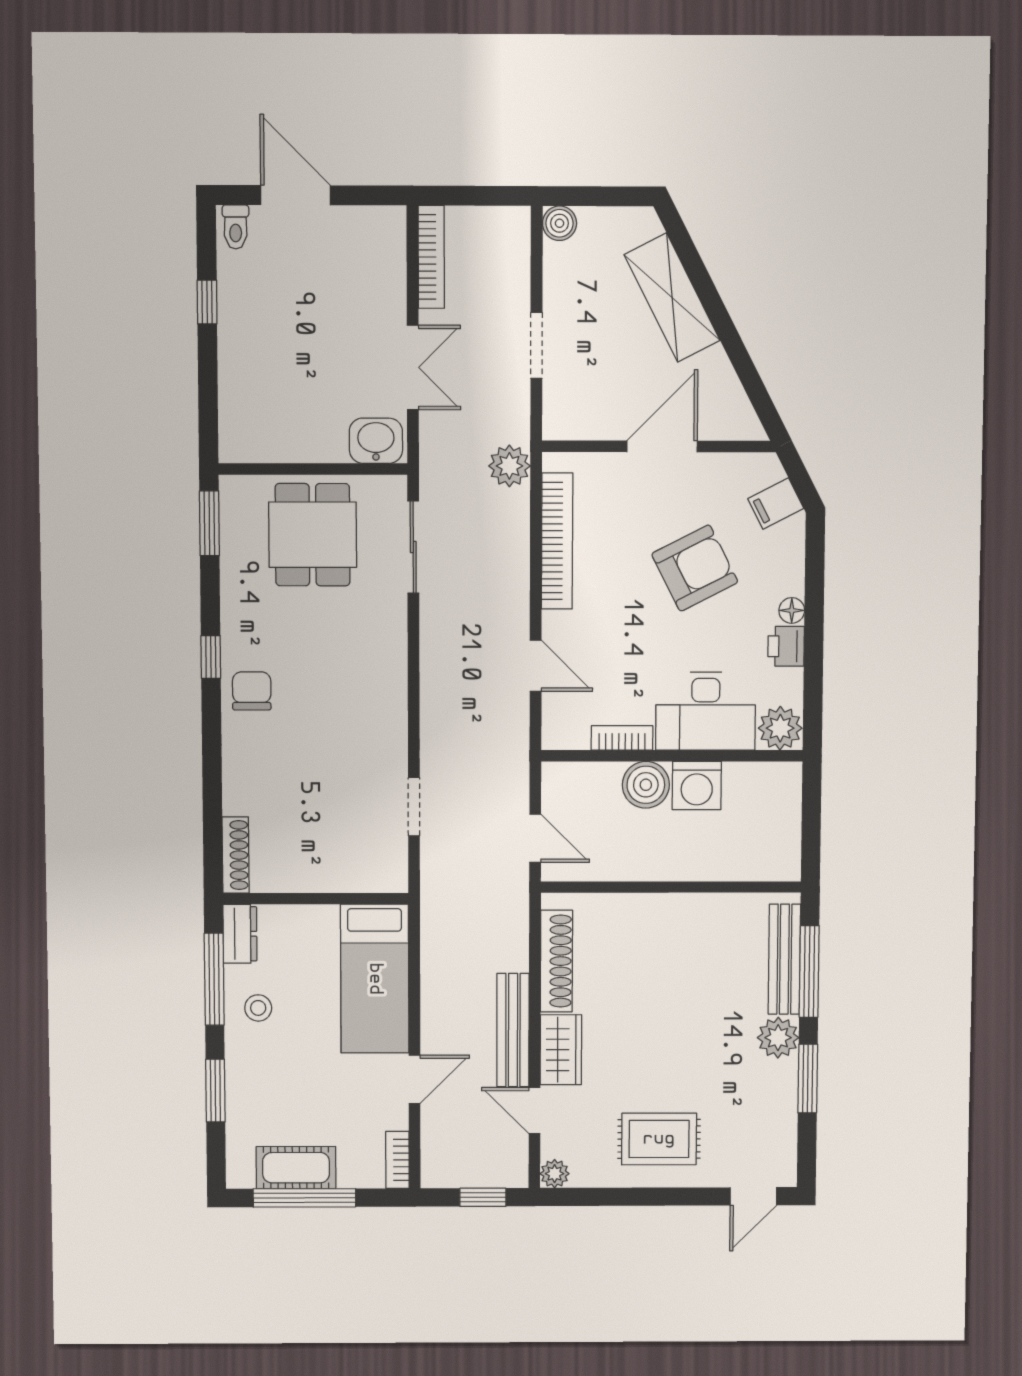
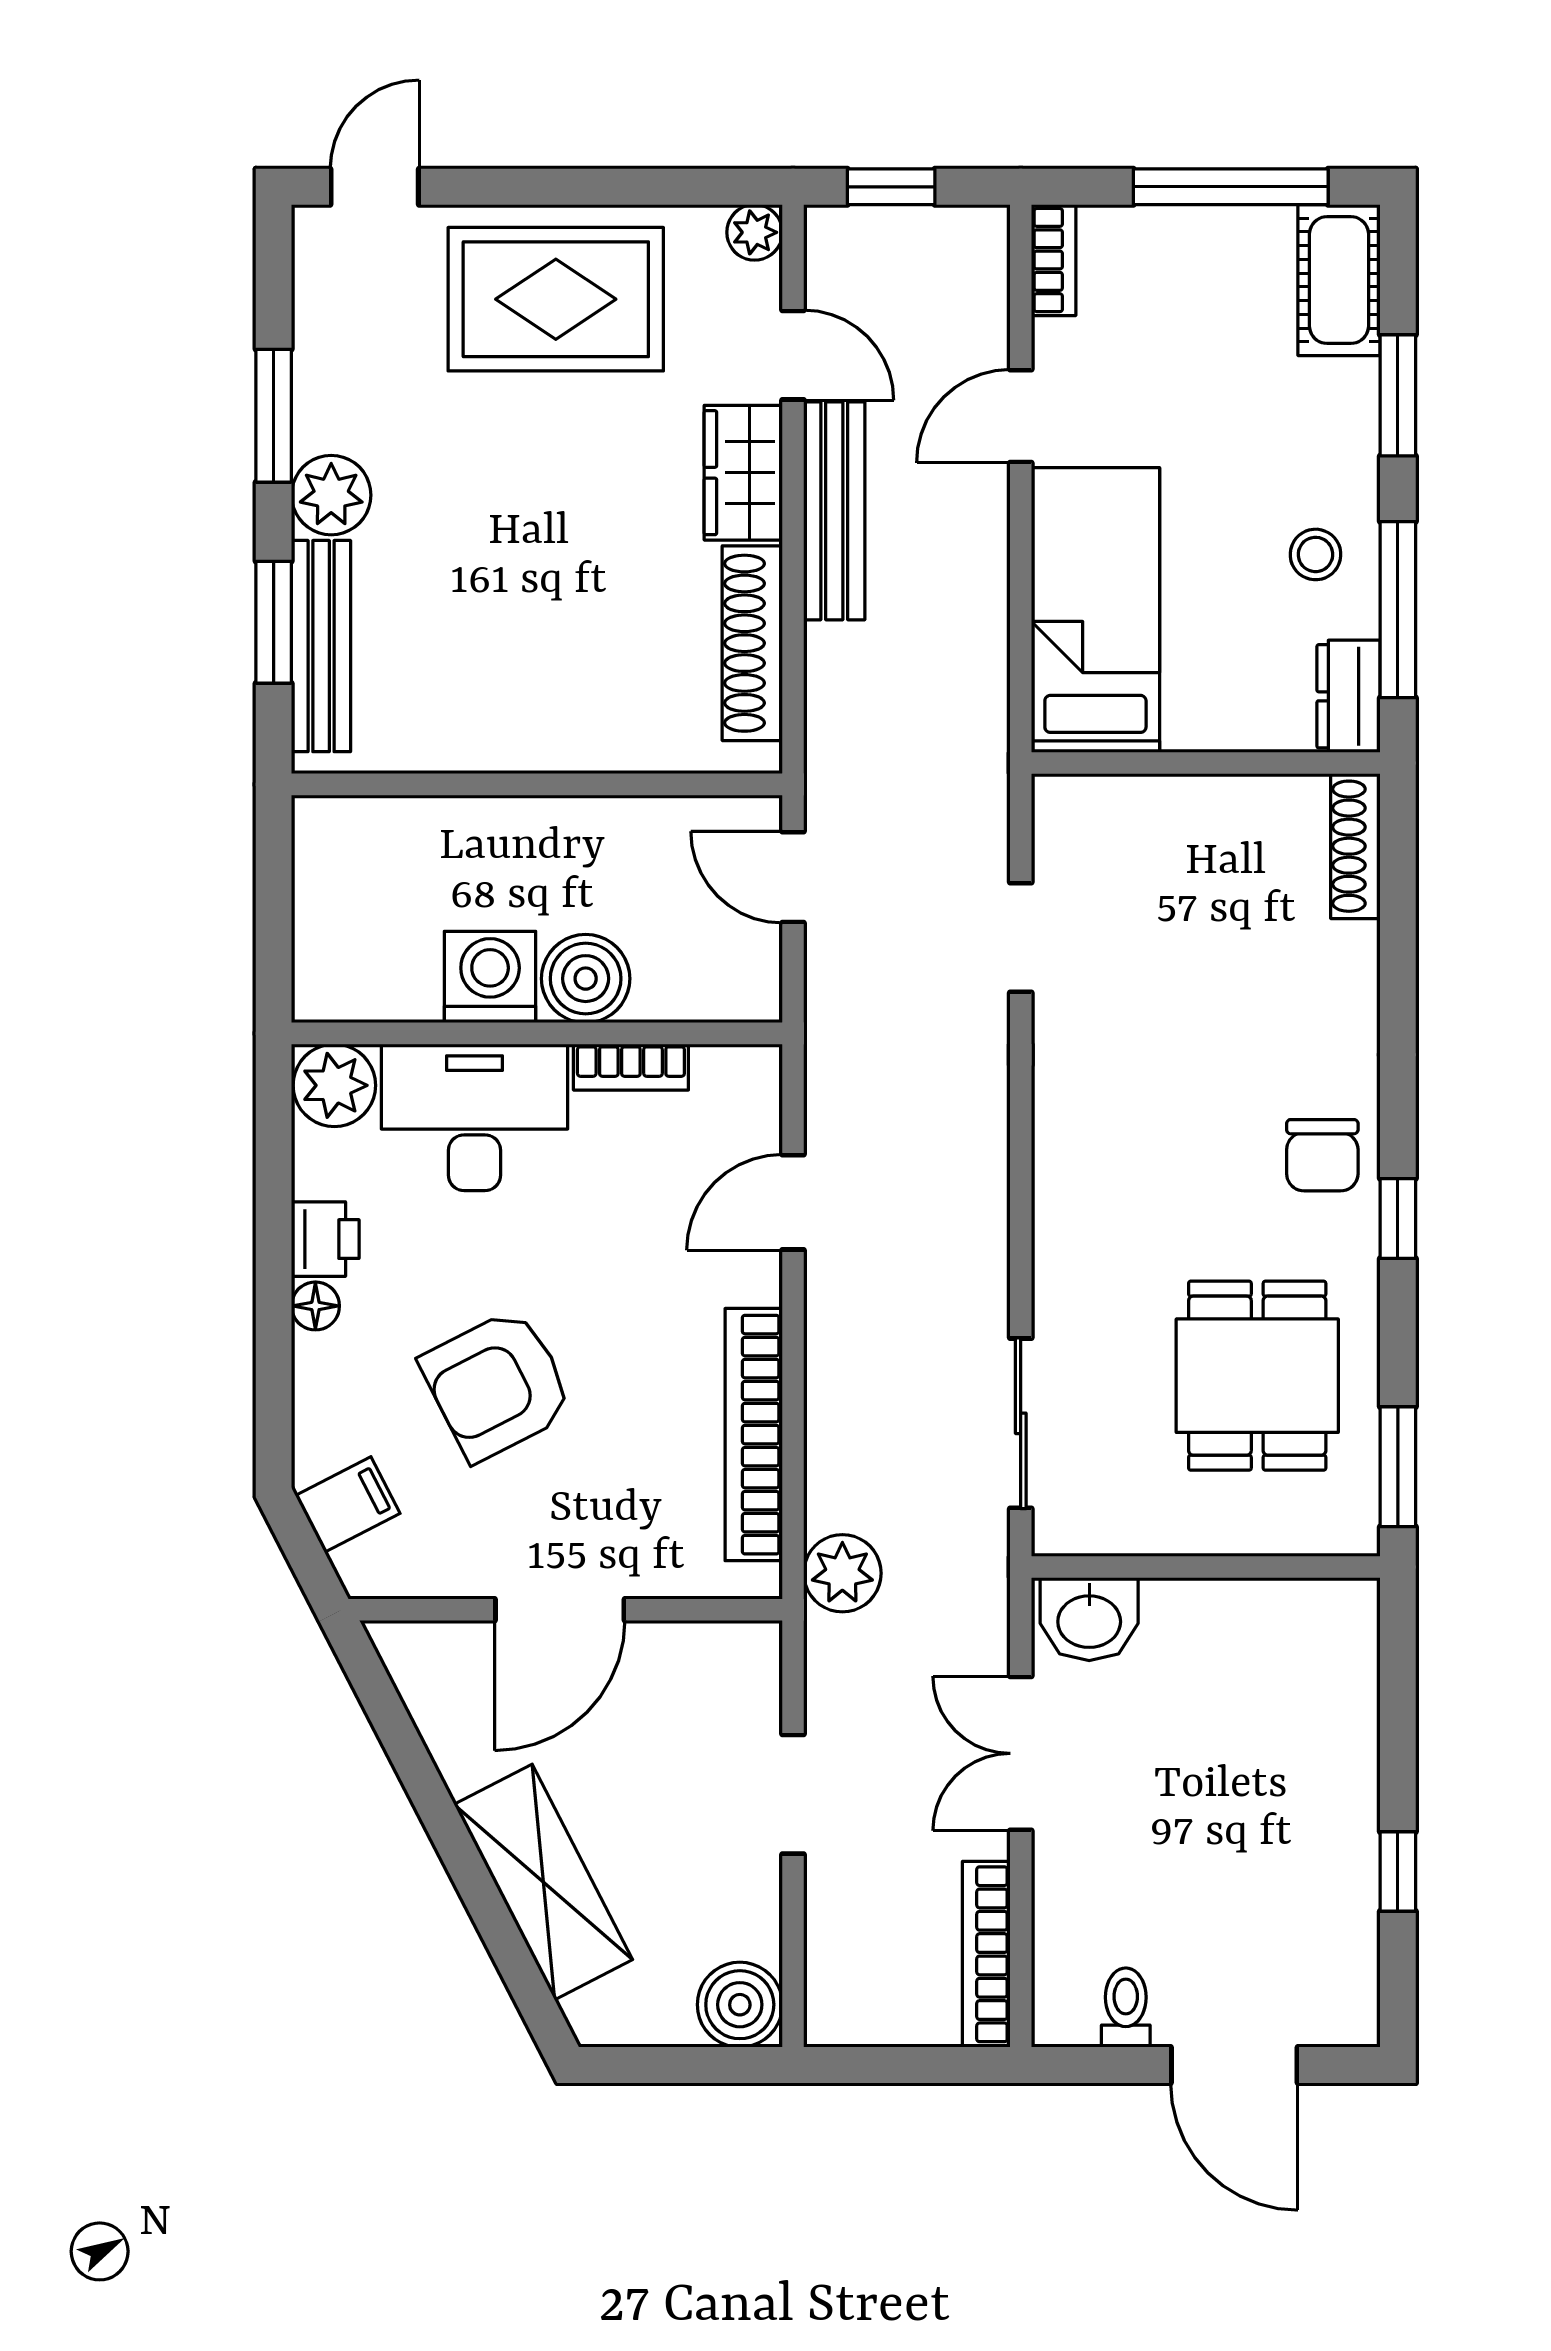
boiler: (560, 223) -> (740, 2005), width x1.36, depth x1.36
toilet: (236, 227) -> (1126, 2008), moved
dining table: (313, 535) -> (1257, 1376), moved
door: (536, 666) -> (793, 1202), hinge flipped
window: (809, 972) -> (274, 622), width x0.69
rug: (659, 1139) -> (556, 299), width x1.36, depth x1.43
cot: (296, 1168) -> (1339, 280), moved, turned 90

